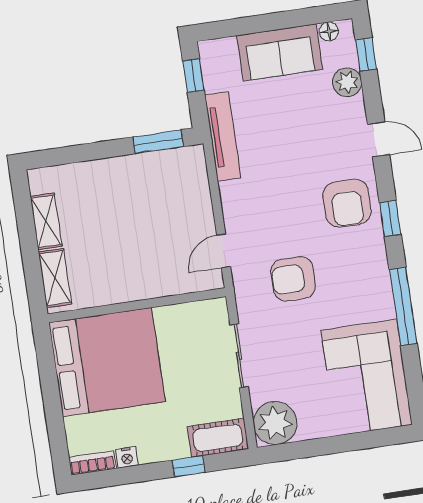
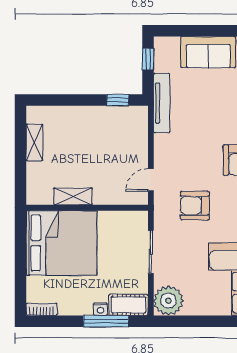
window: (158, 142) -> (118, 100), width x0.67
shelving: (55, 278) -> (73, 196), moved, turned 90
nightstand: (127, 457) -> (101, 309), moved
window: (189, 466) -> (106, 321), width x2.17

